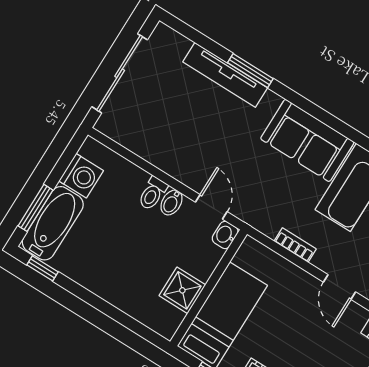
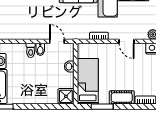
washbasin: (225, 235) -> (69, 66), moved
shower: (182, 290) -> (66, 96), moved

